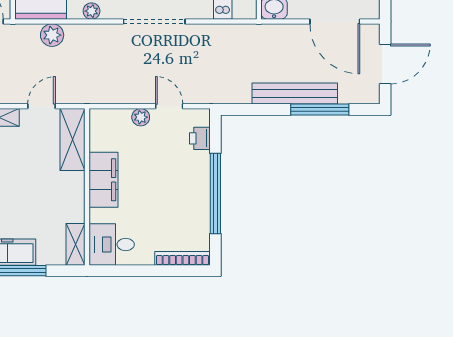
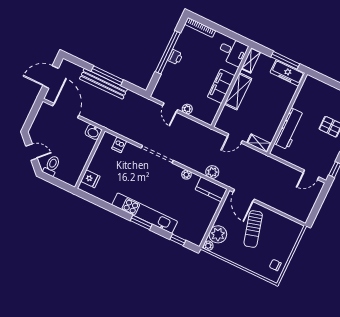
window: (320, 109) -> (107, 76), moved
printer: (200, 138) -> (175, 57), moved
shelving: (72, 140) -> (238, 91), moved

